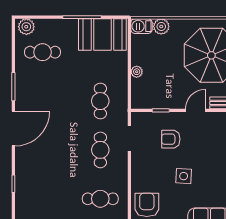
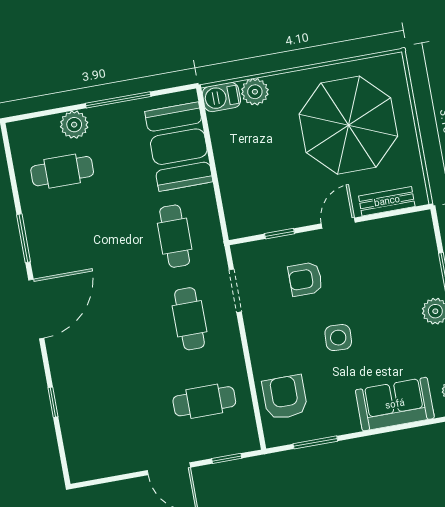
plant: (26, 27) -> (74, 125), moved
booth: (102, 35) -> (179, 147), moved, turned 90
plant: (137, 72) -> (227, 176), removed

